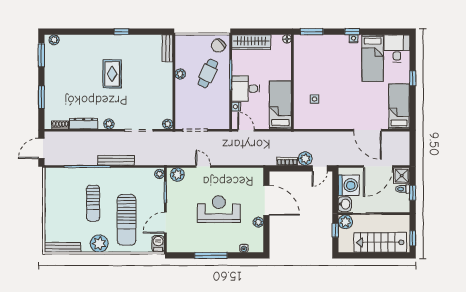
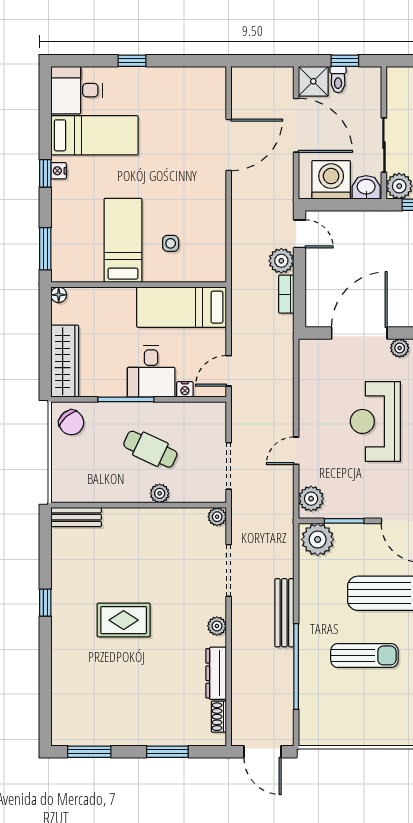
plant: (54, 40) -> (60, 728), removed
cafe table: (208, 73) -> (150, 449), moved
plant: (180, 74) -> (160, 493), moved
bed: (399, 106) -> (123, 240), moved, turned 90
plant: (160, 174) -> (318, 539), width x1.87, depth x1.87

